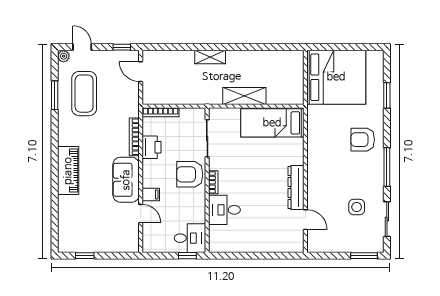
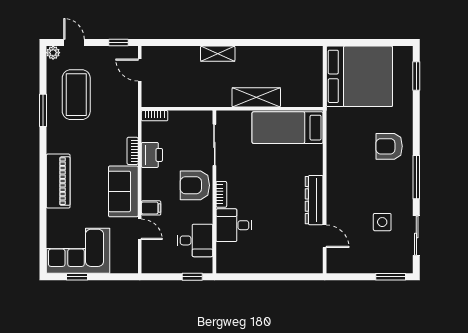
window: (55, 95) -> (43, 110), moved
window: (387, 95) -> (416, 76), moved
bookcase: (160, 112) -> (155, 116), width x0.64
bookcase: (134, 137) -> (133, 151), width x0.64
corner sofa: (86, 233) -> (78, 251), added
desk: (190, 238) -> (195, 240), moved

